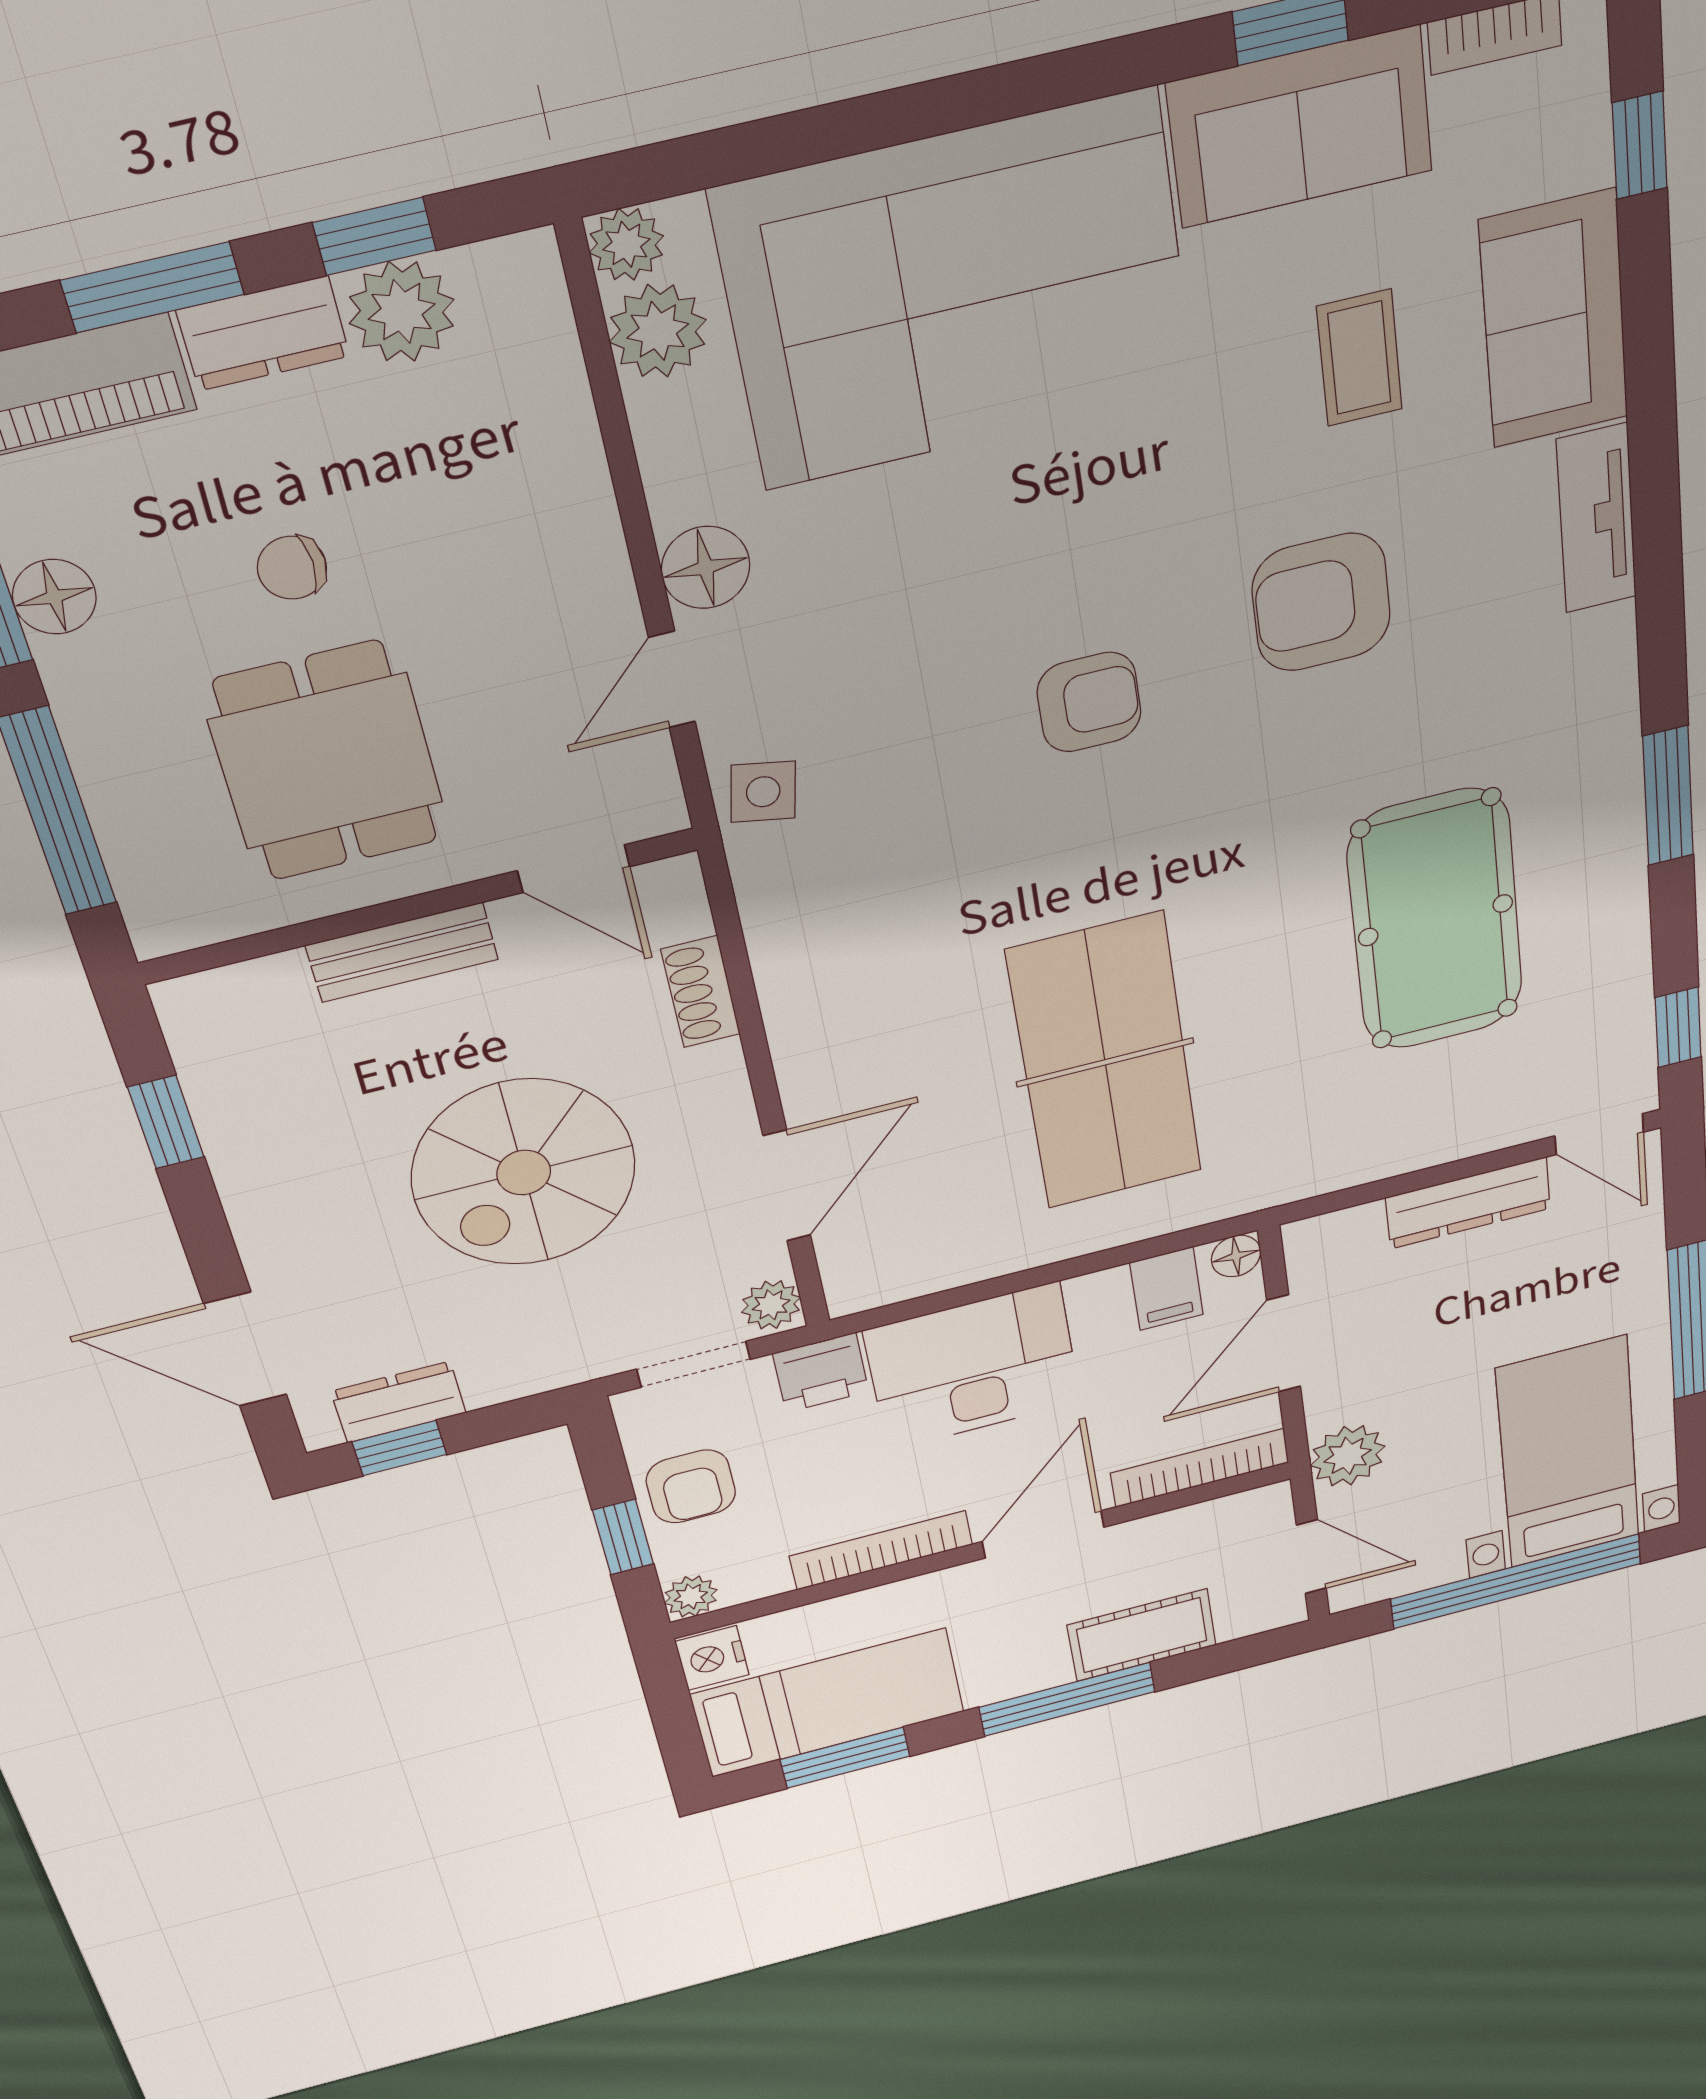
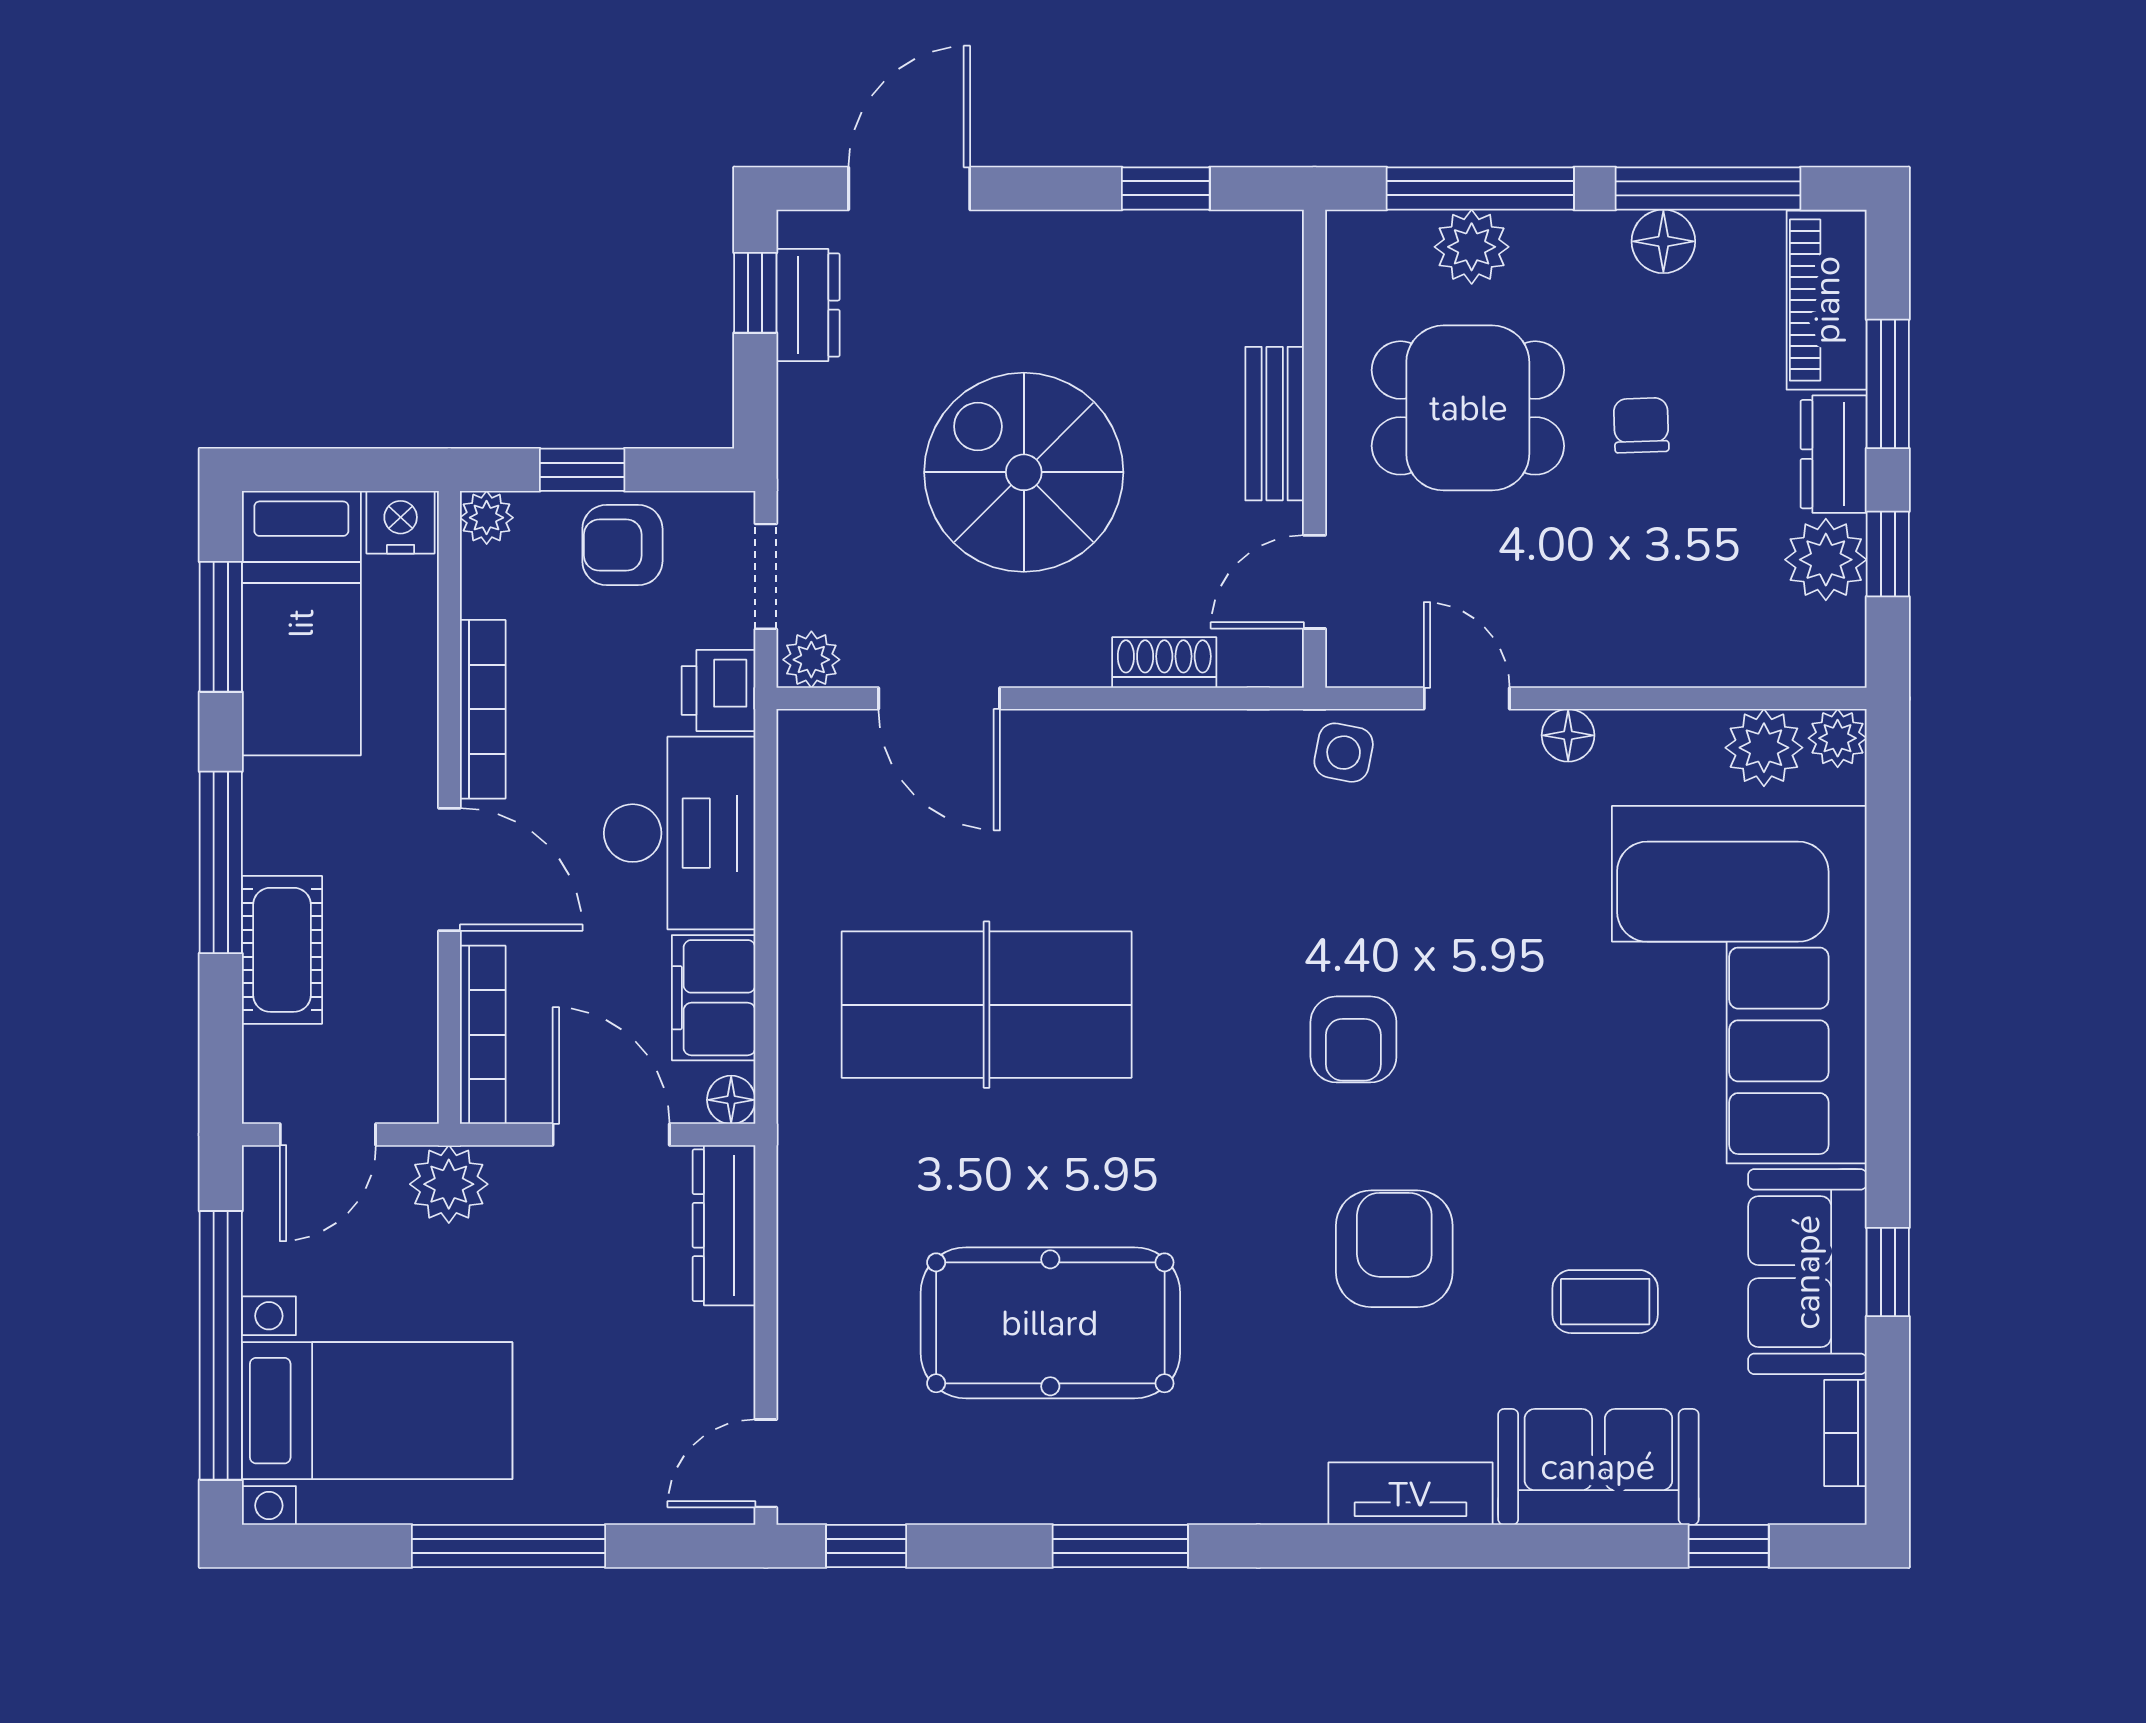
floor lamp: (706, 568) -> (1568, 735), width x0.73, depth x0.73
plant: (131, 804) -> (1472, 247), added
dresser: (1468, 1203) -> (724, 1225), moved
filing cabinet: (1167, 1289) -> (714, 998), width x2.00

